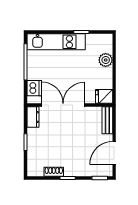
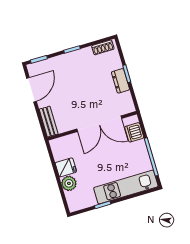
fridge: (104, 96) -> (66, 167), moved
dresser: (33, 117) -> (120, 81), moved
shoe rack: (54, 172) -> (103, 47), moved

